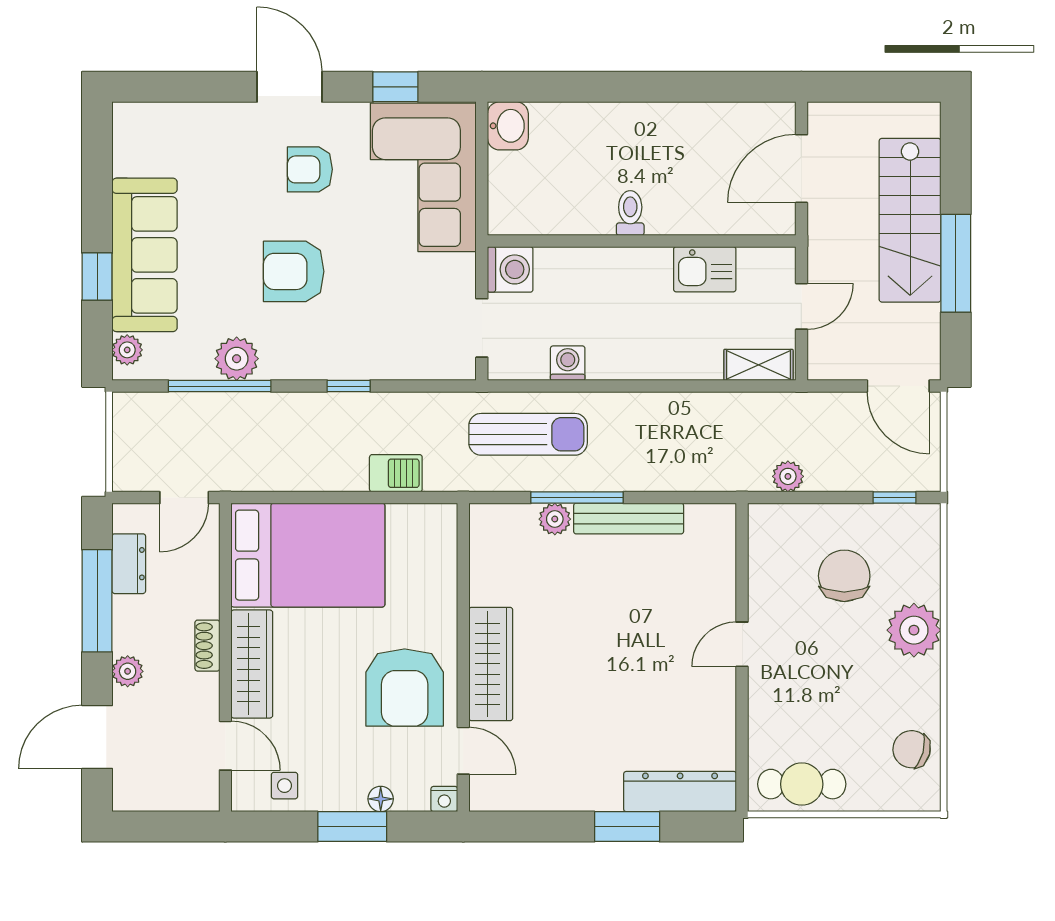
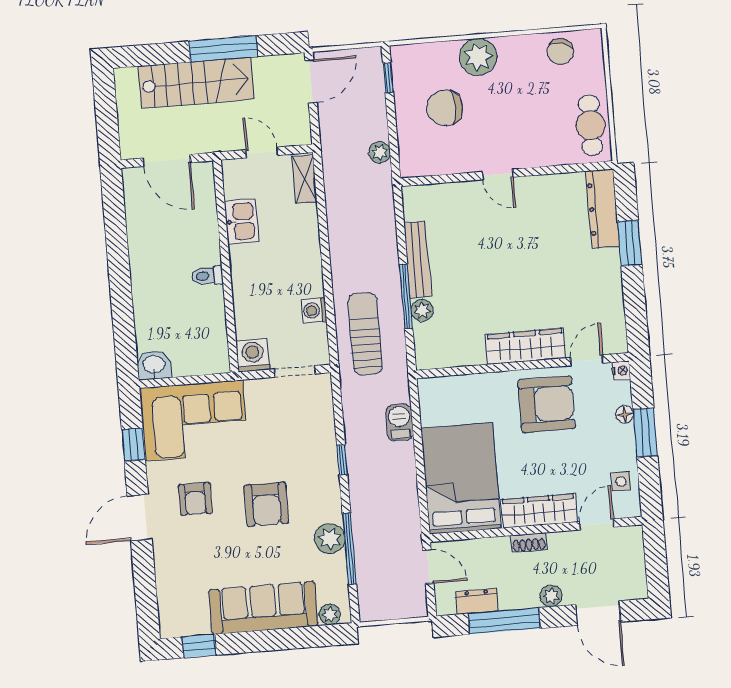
window: (97, 276) -> (199, 646), moved

